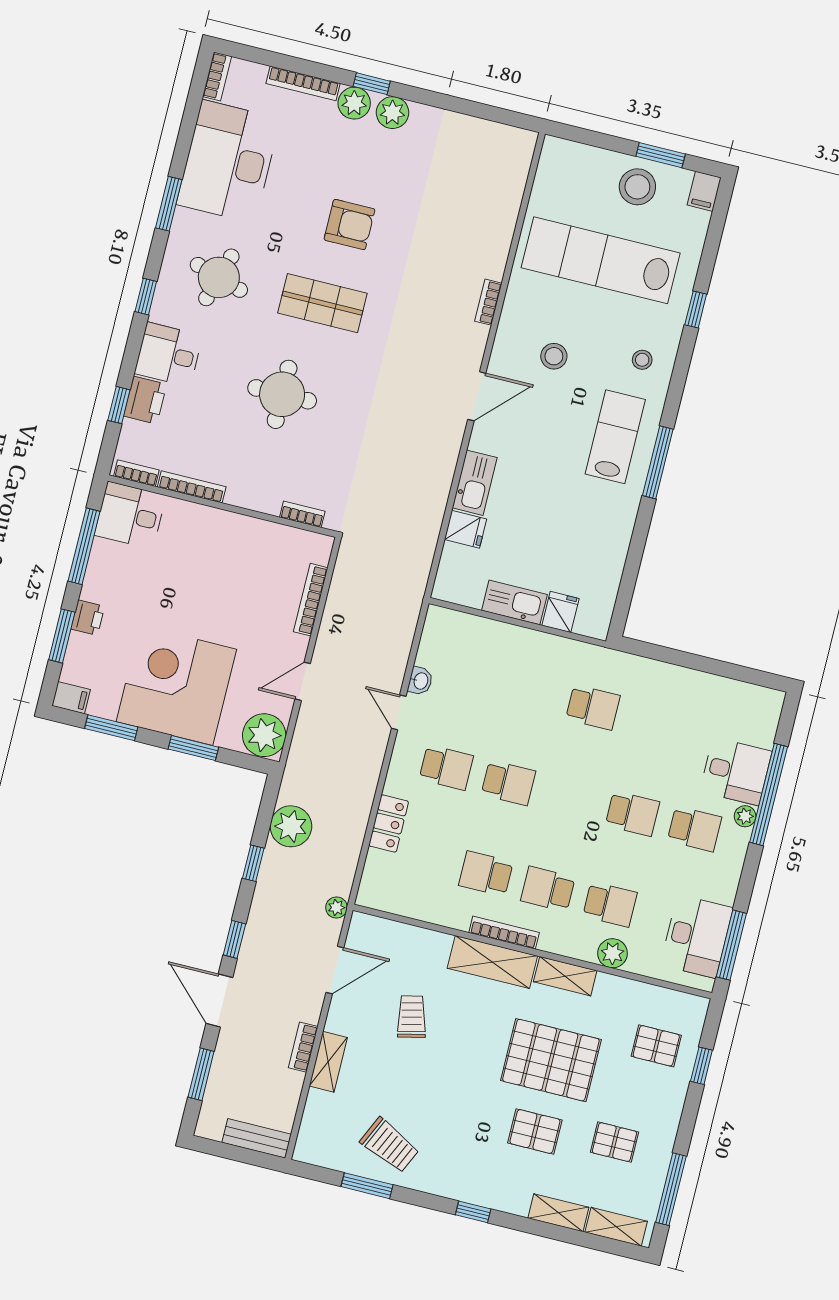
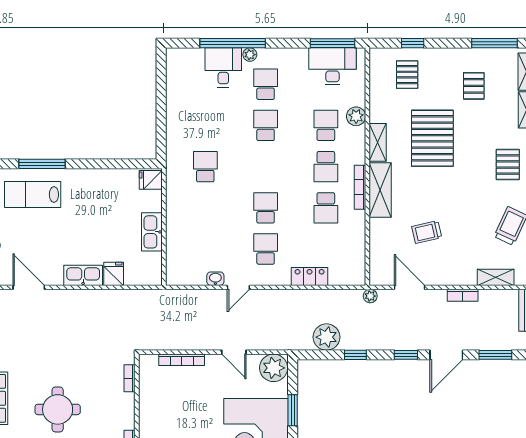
fridge: (560, 612) -> (151, 180), moved
shelving: (328, 1062) -> (496, 277), moved
pallet: (535, 1131) -> (508, 164), moved

